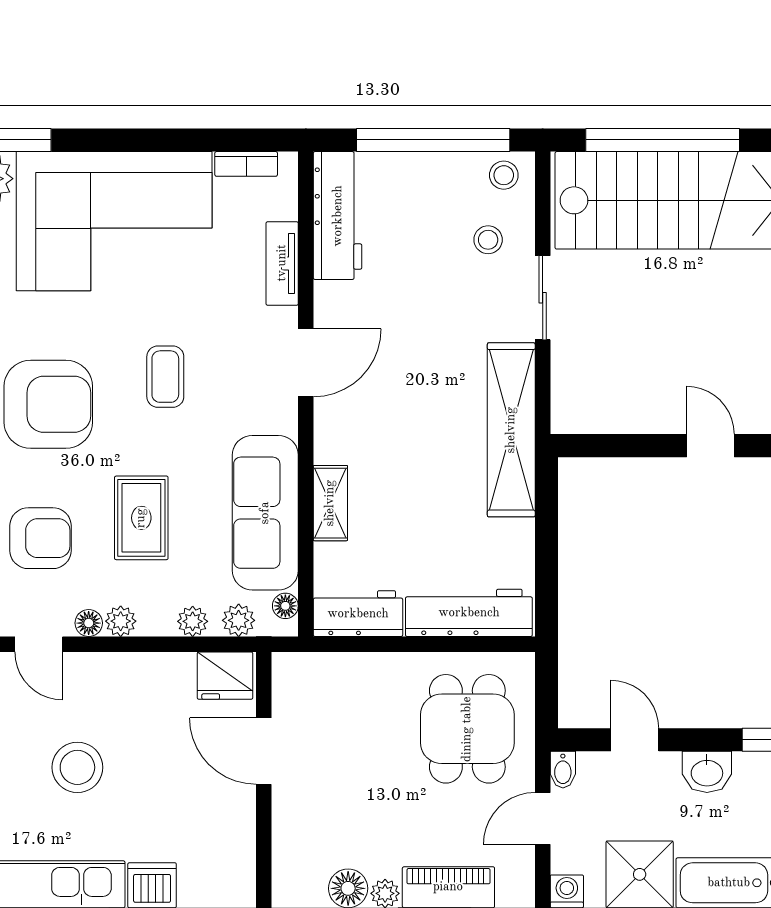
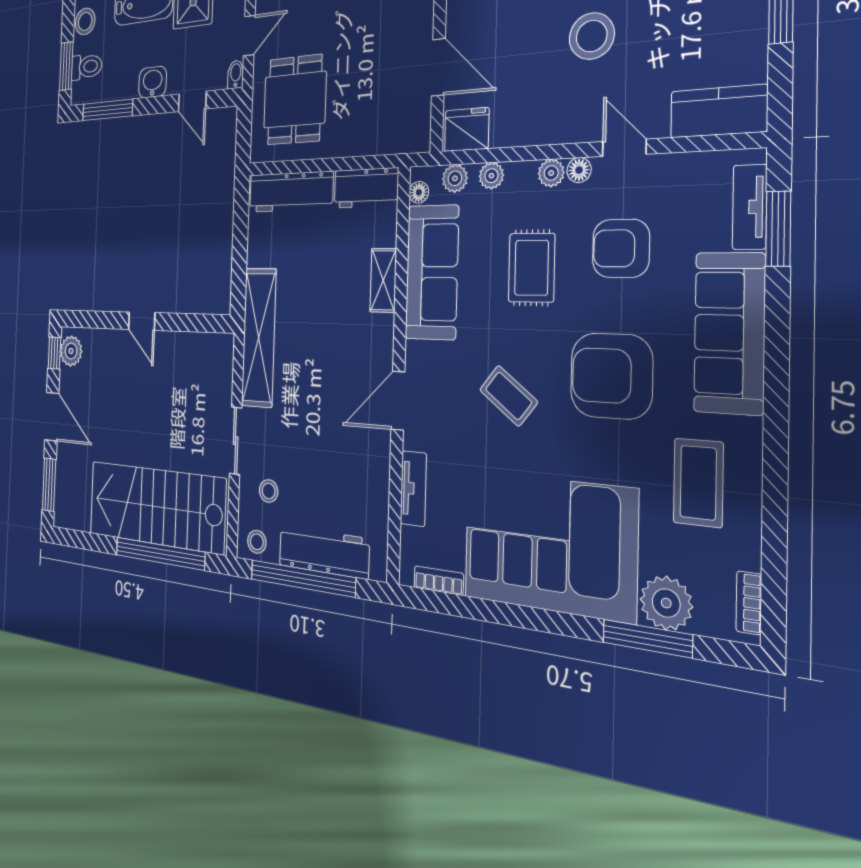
workbench: (338, 216) -> (324, 552), moved, turned 90
coffee table: (165, 377) -> (508, 396), turned -52

